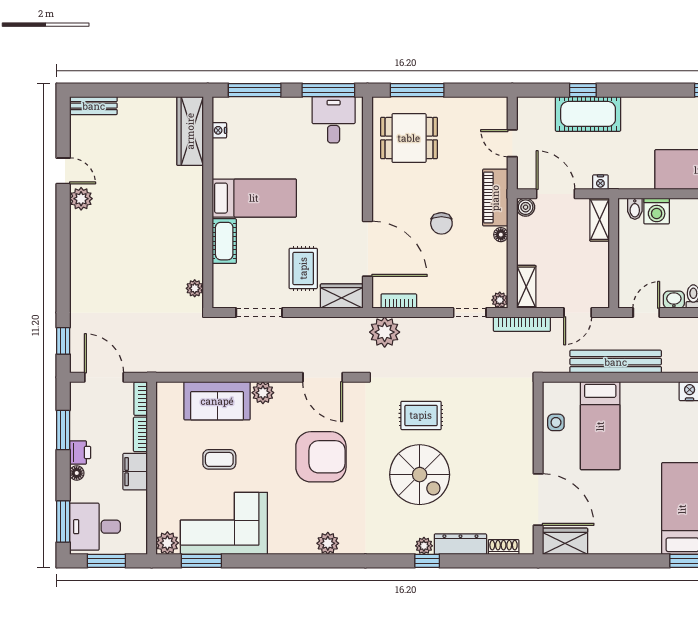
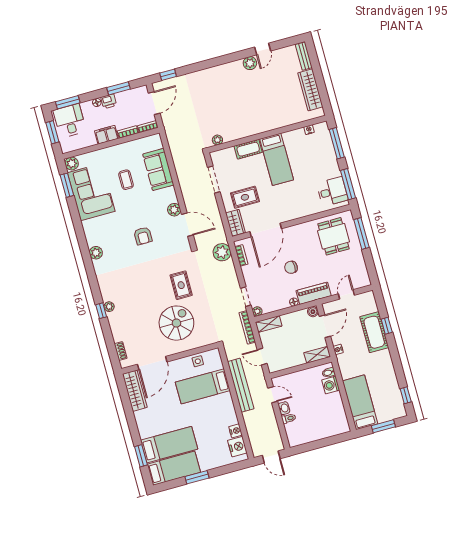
wardrobe: (190, 131) -> (310, 90), moved, turned -90
door: (323, 377) -> (187, 225), swing flipped
plant: (263, 393) -> (174, 210), moved
armchair: (321, 457) -> (143, 236), width x0.53, depth x0.53
spiral stairs: (420, 475) -> (176, 323), moved, turned 180
wardrobe: (565, 541) -> (135, 391), width x1.50
dresser: (460, 544) -> (116, 327), removed

